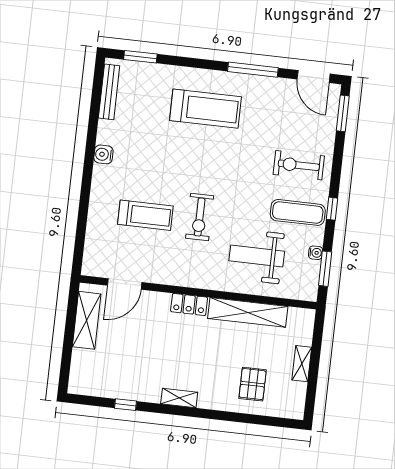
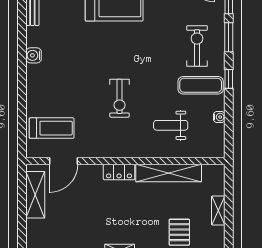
exercise bike: (299, 165) -> (197, 46), turned 90
treadmill: (145, 215) -> (52, 128), moved
weight bench: (257, 256) -> (171, 125), width x0.73, depth x0.75
window: (325, 269) -> (229, 37), moved

